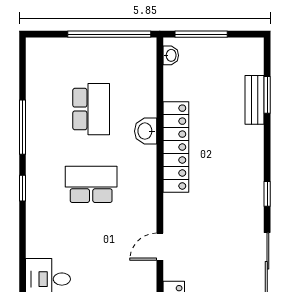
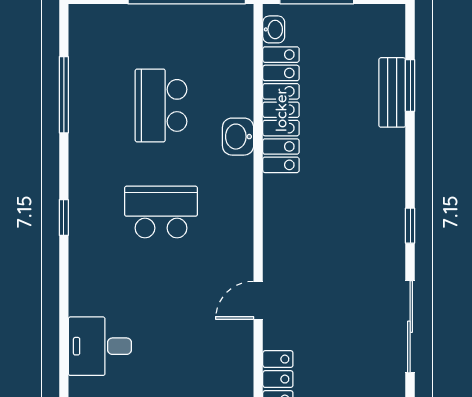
school desk: (91, 109) -> (161, 105), turned 180
window: (22, 127) -> (64, 95), moved
locker: (176, 147) -> (281, 110), moved

